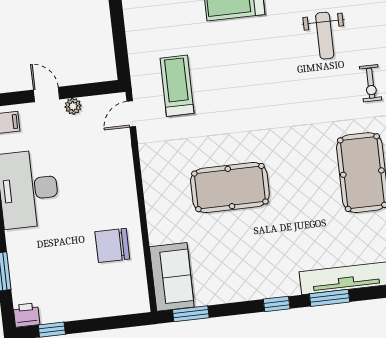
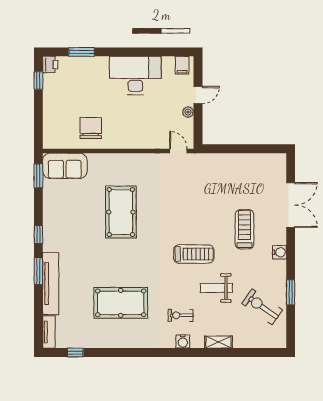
treadmill: (177, 86) -> (194, 254), moved

